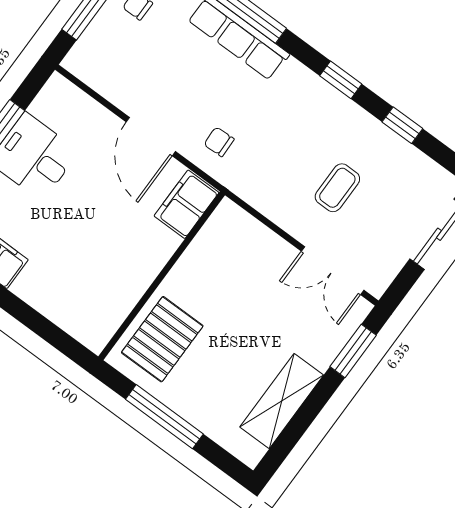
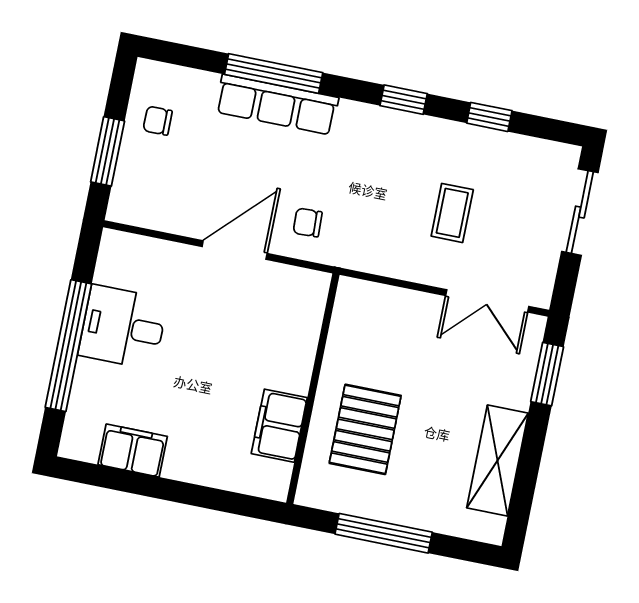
door: (151, 137) -> (235, 250), swing flipped
filing cabinet: (186, 204) -> (279, 426), moved
pallet: (162, 339) -> (365, 429), moved

